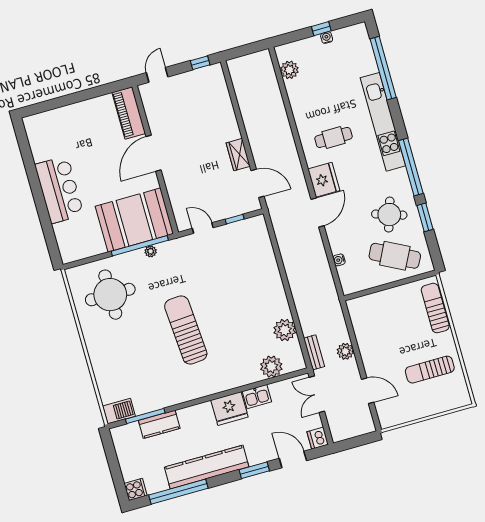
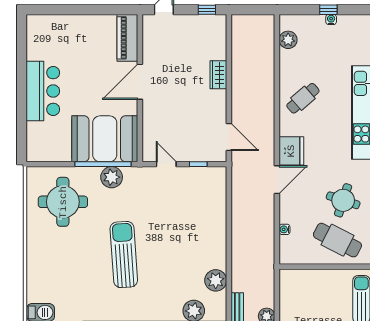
cafe table: (333, 137) -> (303, 98), moved, turned -41
wardrobe: (238, 155) -> (218, 75), moved
plant: (151, 251) -> (112, 177), width x1.88, depth x1.88

